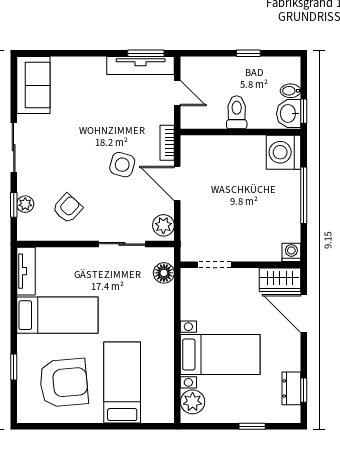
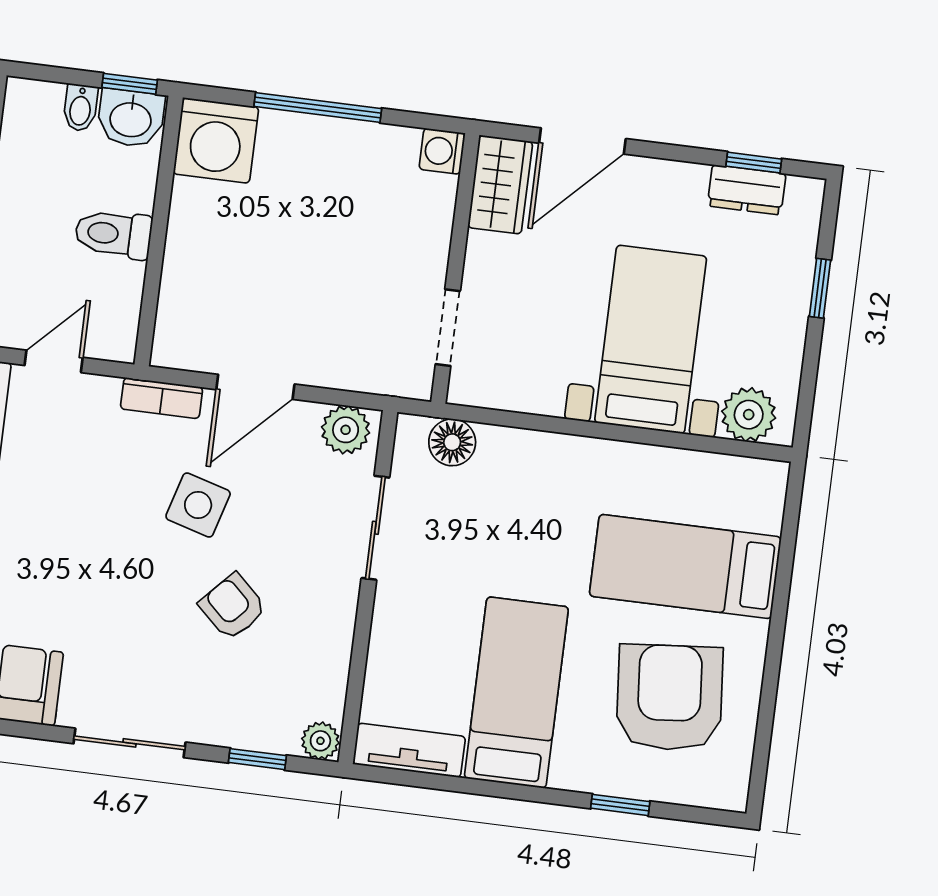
plant: (25, 204) -> (320, 741), moved
armchair: (68, 208) -> (233, 607), moved

